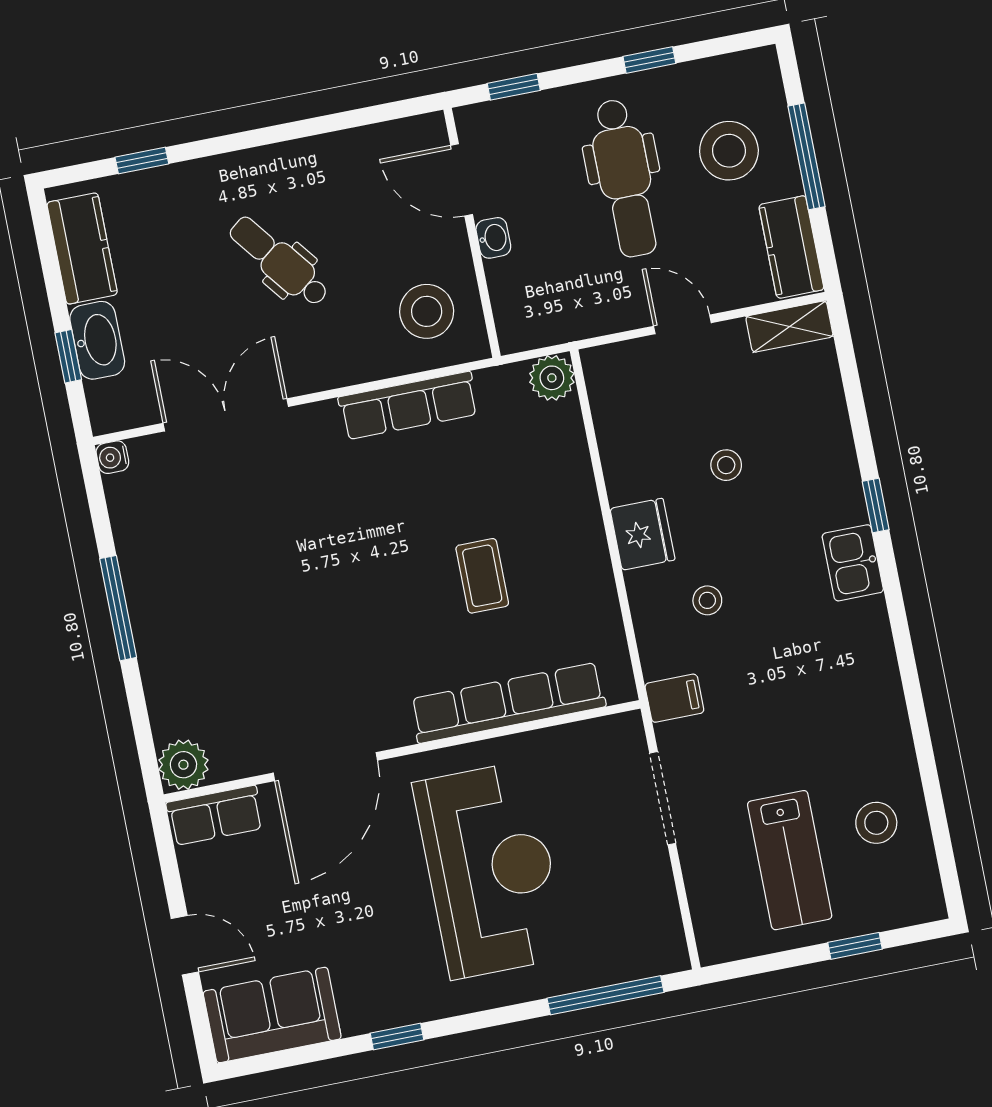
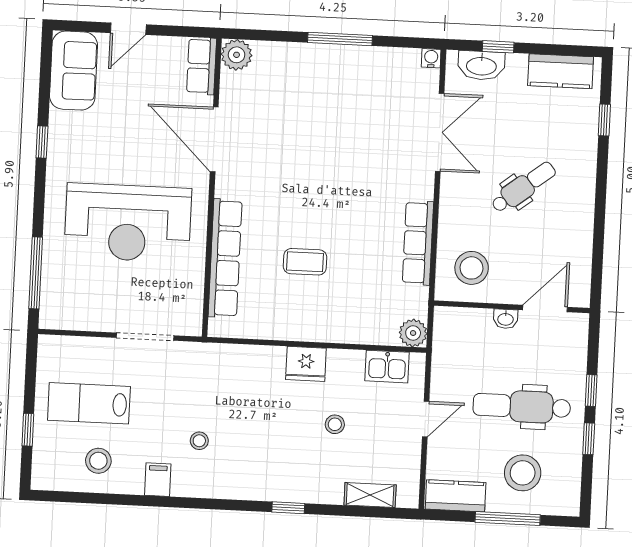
window: (514, 87) -> (591, 390), moved
shelving: (789, 327) -> (370, 495), moved, turned 90
washbasin: (97, 340) -> (481, 65), moved
kitchen sink: (853, 563) -> (387, 367), moved, turned 180
stool: (707, 600) -> (199, 441), moved
filing cabinet: (674, 698) -> (158, 480), moved, turned 180

